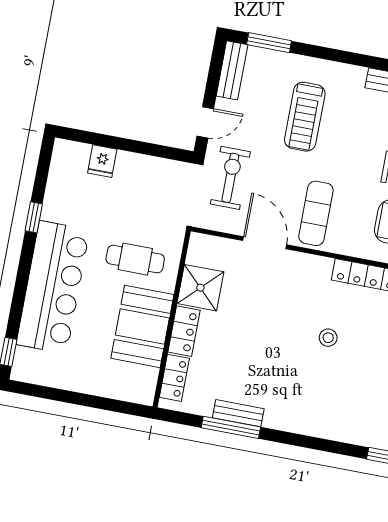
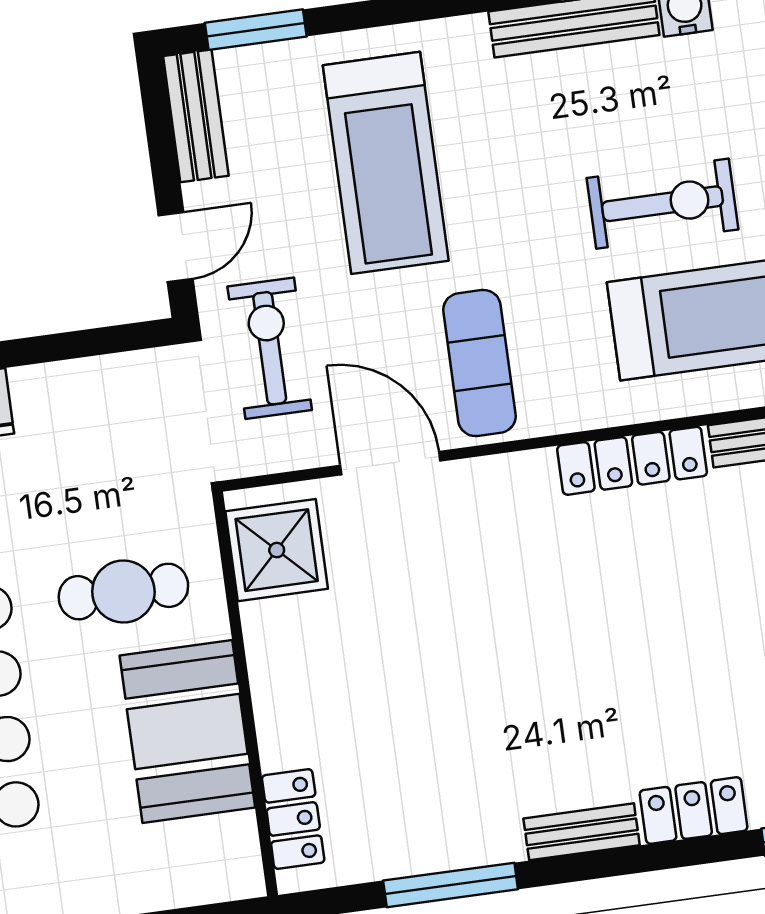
treadmill: (305, 117) -> (386, 163), width x1.37, depth x1.38
shower: (200, 288) -> (277, 550), moved
locker: (184, 331) -> (694, 810), moved, turned -90
stool: (328, 338) -> (595, 622), removed
bench: (238, 413) -> (582, 832), moved

